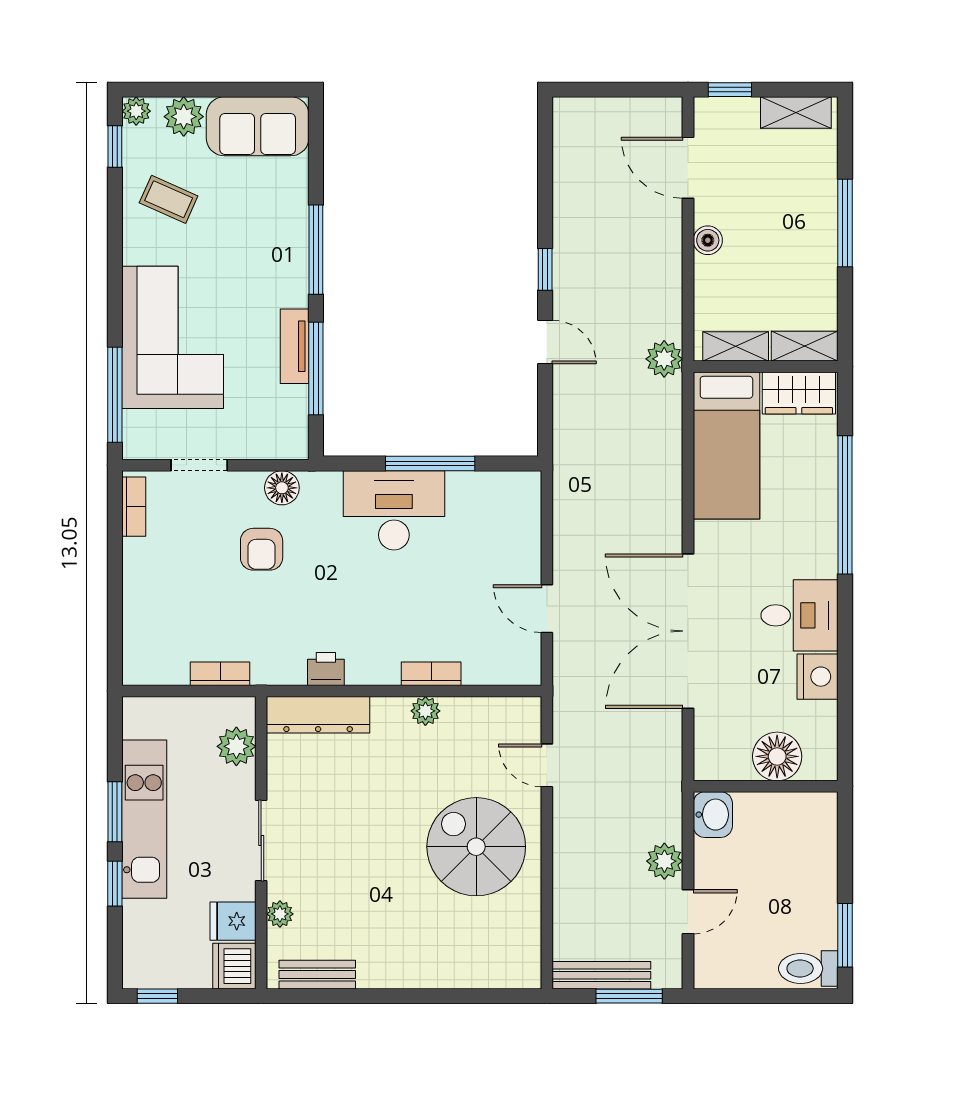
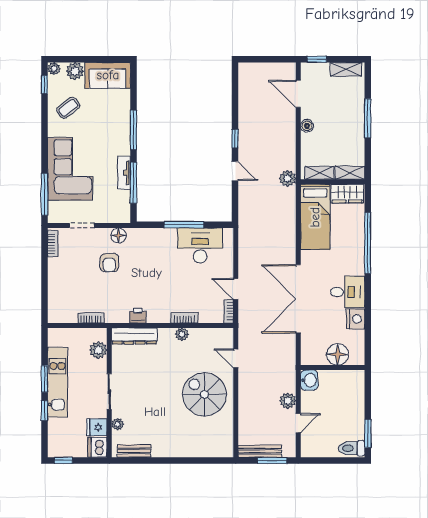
coffee table: (169, 199) -> (68, 108), turned -62
desk: (394, 510) -> (200, 245), moved
bookcase: (531, 659) -> (229, 311), added

